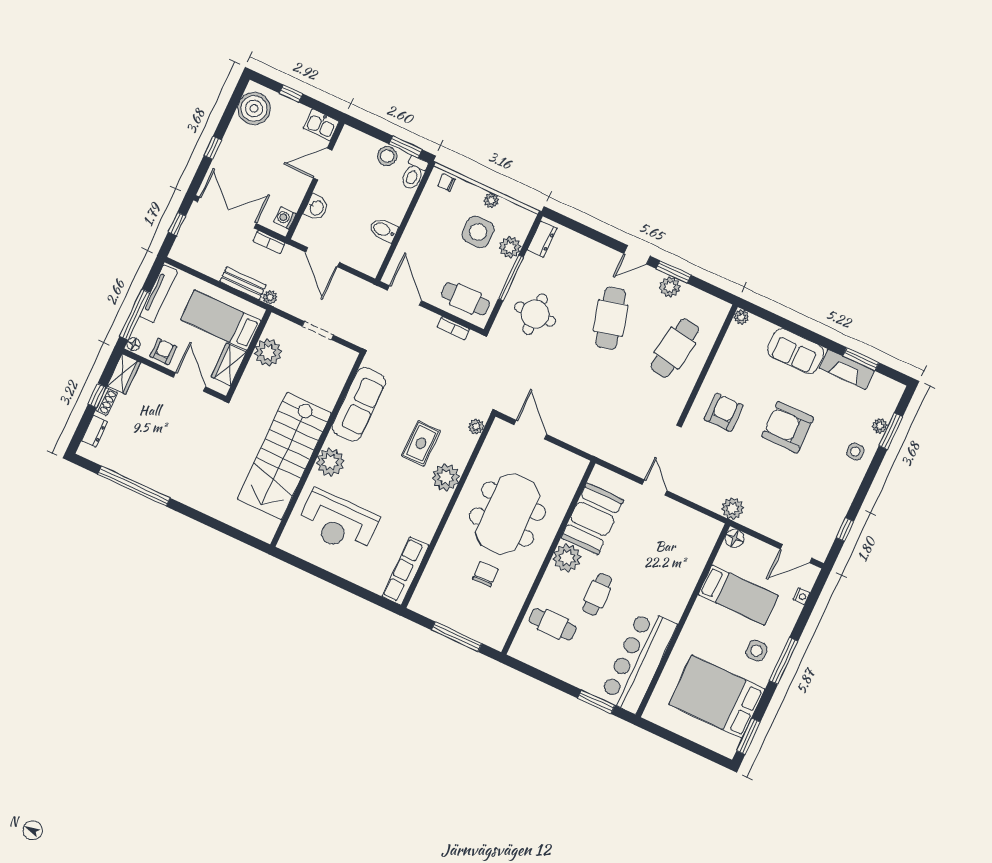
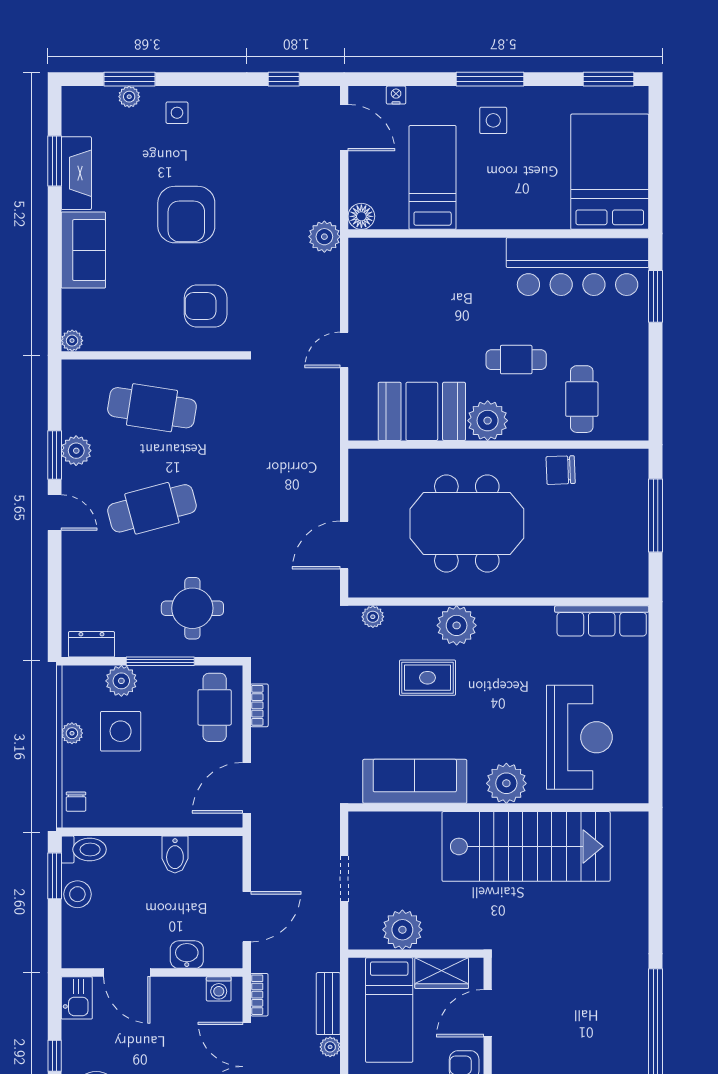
plant: (270, 297) -> (330, 1047), moved
chair: (485, 574) -> (561, 470), moved
bed: (717, 697) -> (610, 172), moved, turned 180

